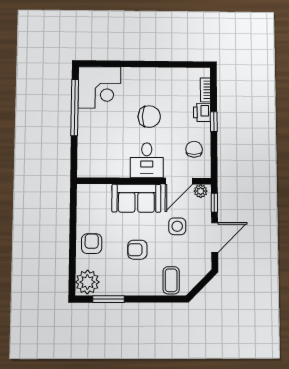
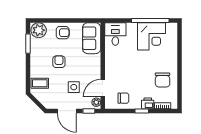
corner desk: (99, 88) -> (152, 36), moved, turned -90
chair: (149, 117) -> (163, 80), moved
desk: (147, 160) -> (115, 34), moved, turned 90
door: (179, 181) -> (103, 88), hinge flipped
sofa: (136, 198) -> (92, 38), moved

